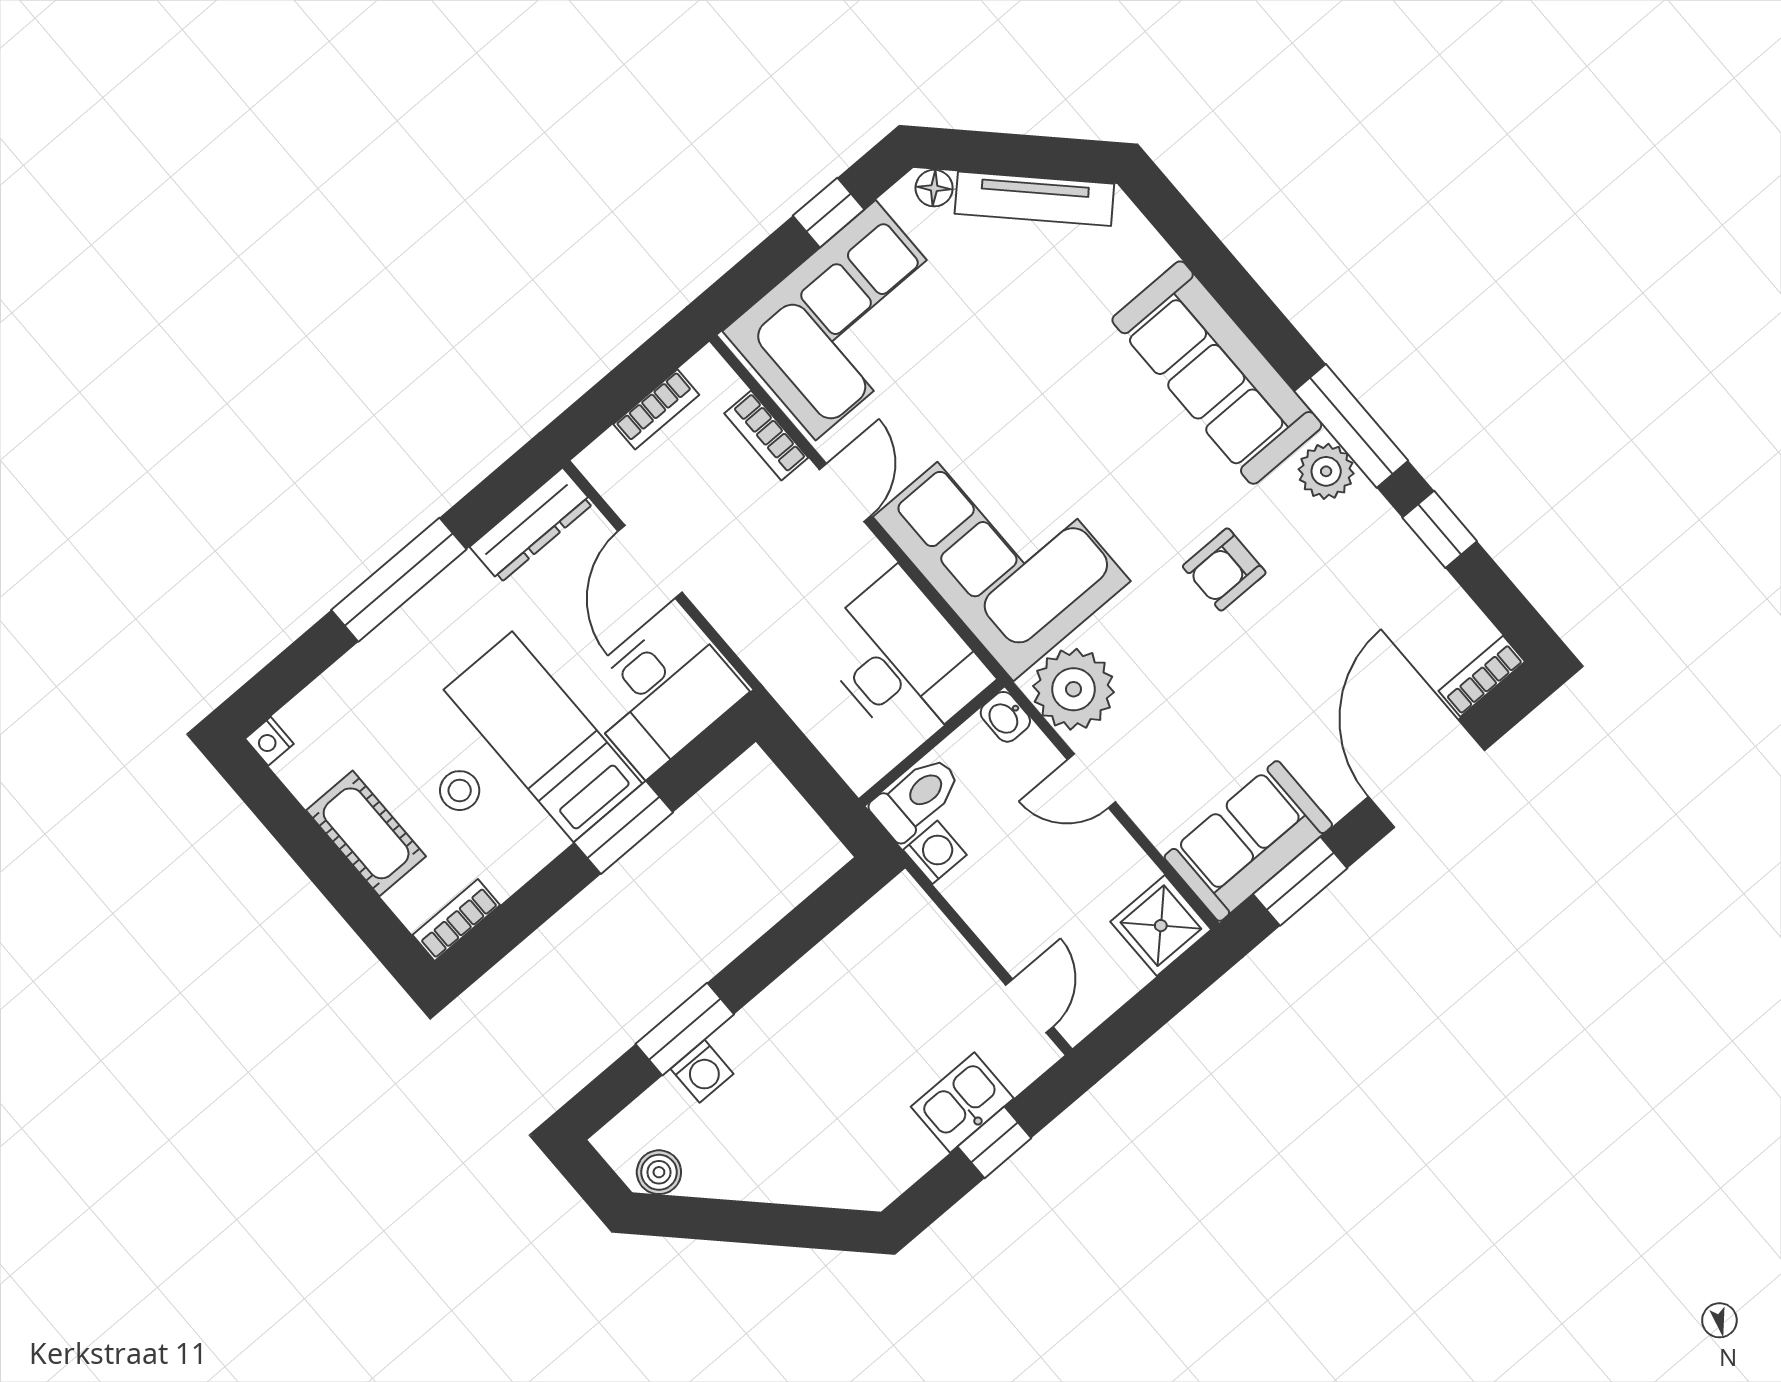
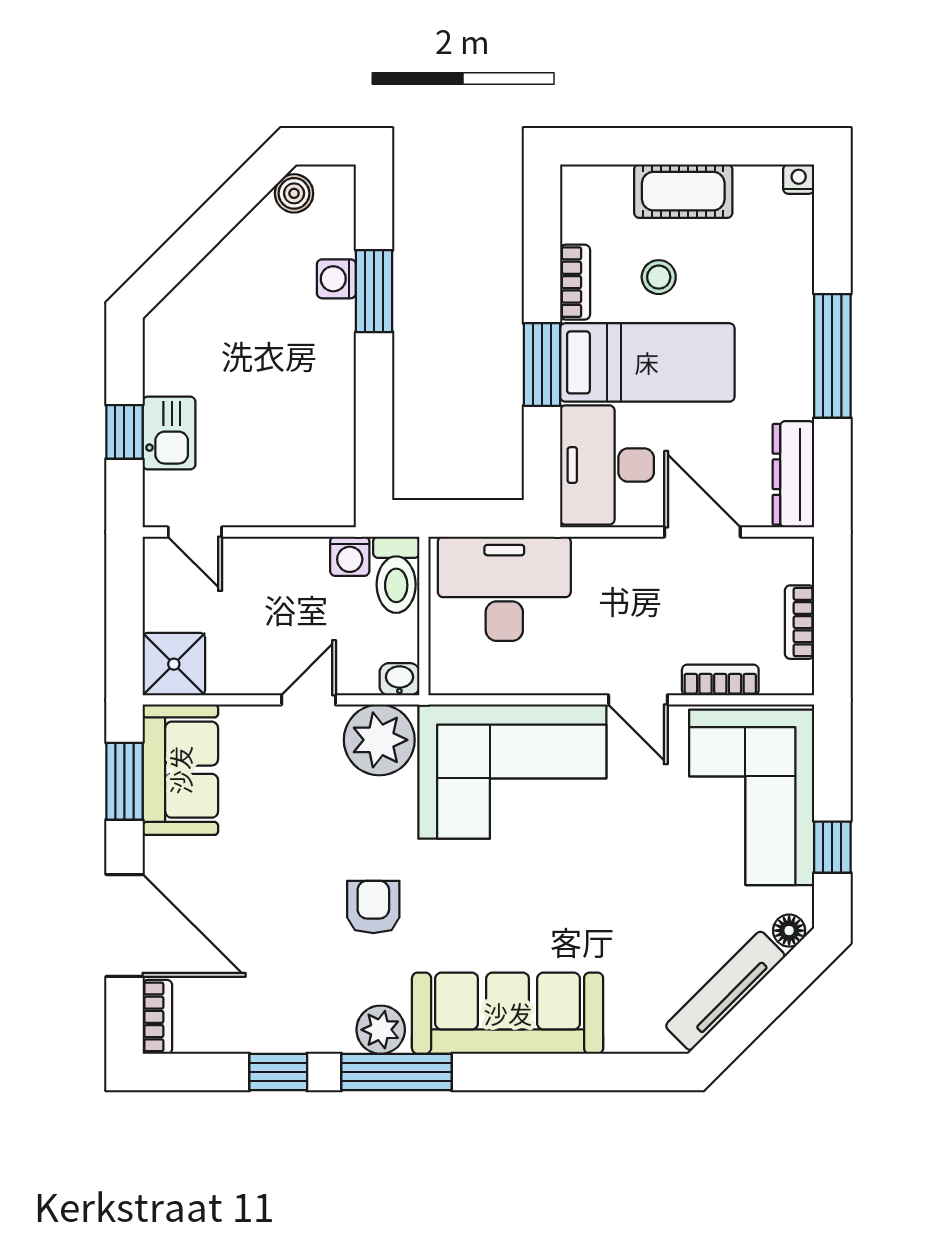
desk: (902, 660) -> (504, 589), moved, turned 180
bookcase: (456, 920) -> (575, 282), moved

